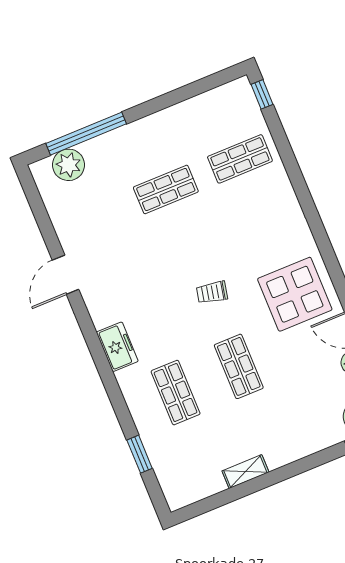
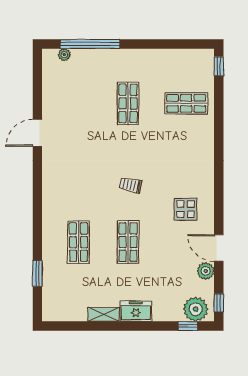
plant: (69, 165) -> (64, 55), width x0.53, depth x0.53
shop shelf: (166, 189) -> (128, 103), turned 90
display table: (295, 294) -> (186, 209), width x0.54, depth x0.54
freezer: (117, 347) -> (136, 311), moved, turned -90

